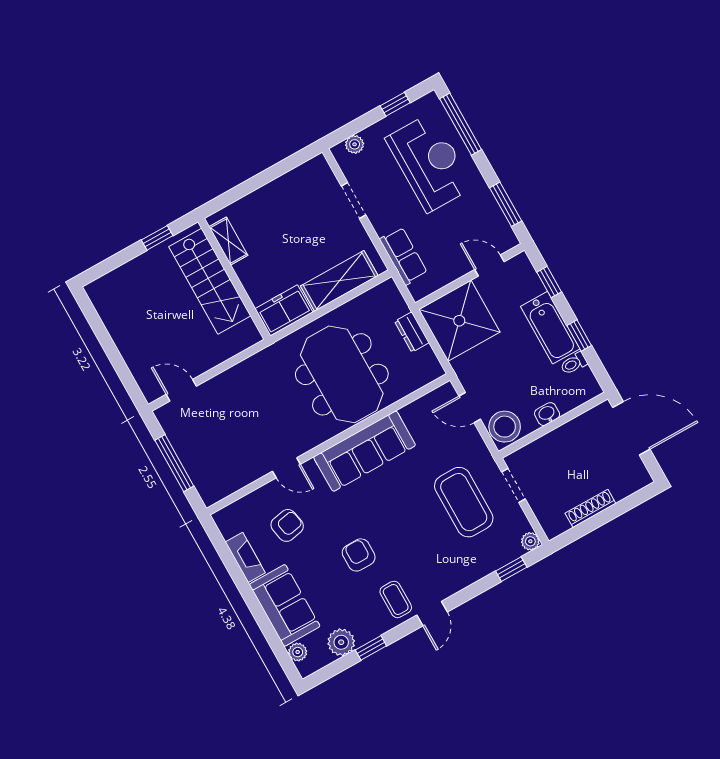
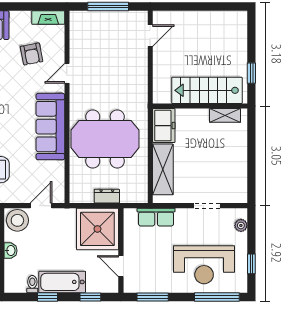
door: (489, 266) -> (121, 266), swing flipped
fireplace: (245, 557) -> (48, 18), moved

